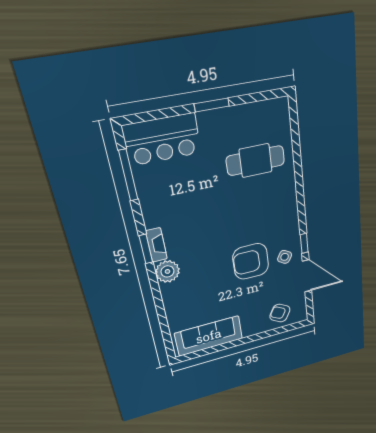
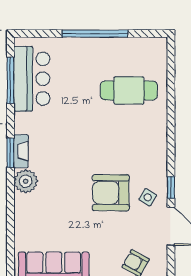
window: (212, 105) -> (95, 34), width x2.11
bar counter: (162, 139) -> (32, 79), moved, turned -90

